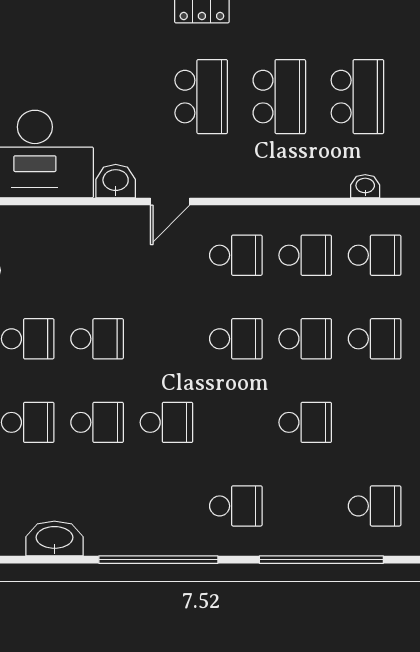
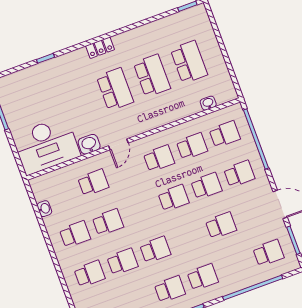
school desk: (97, 255) -> (93, 183), added
school desk: (166, 506) -> (170, 289), added

